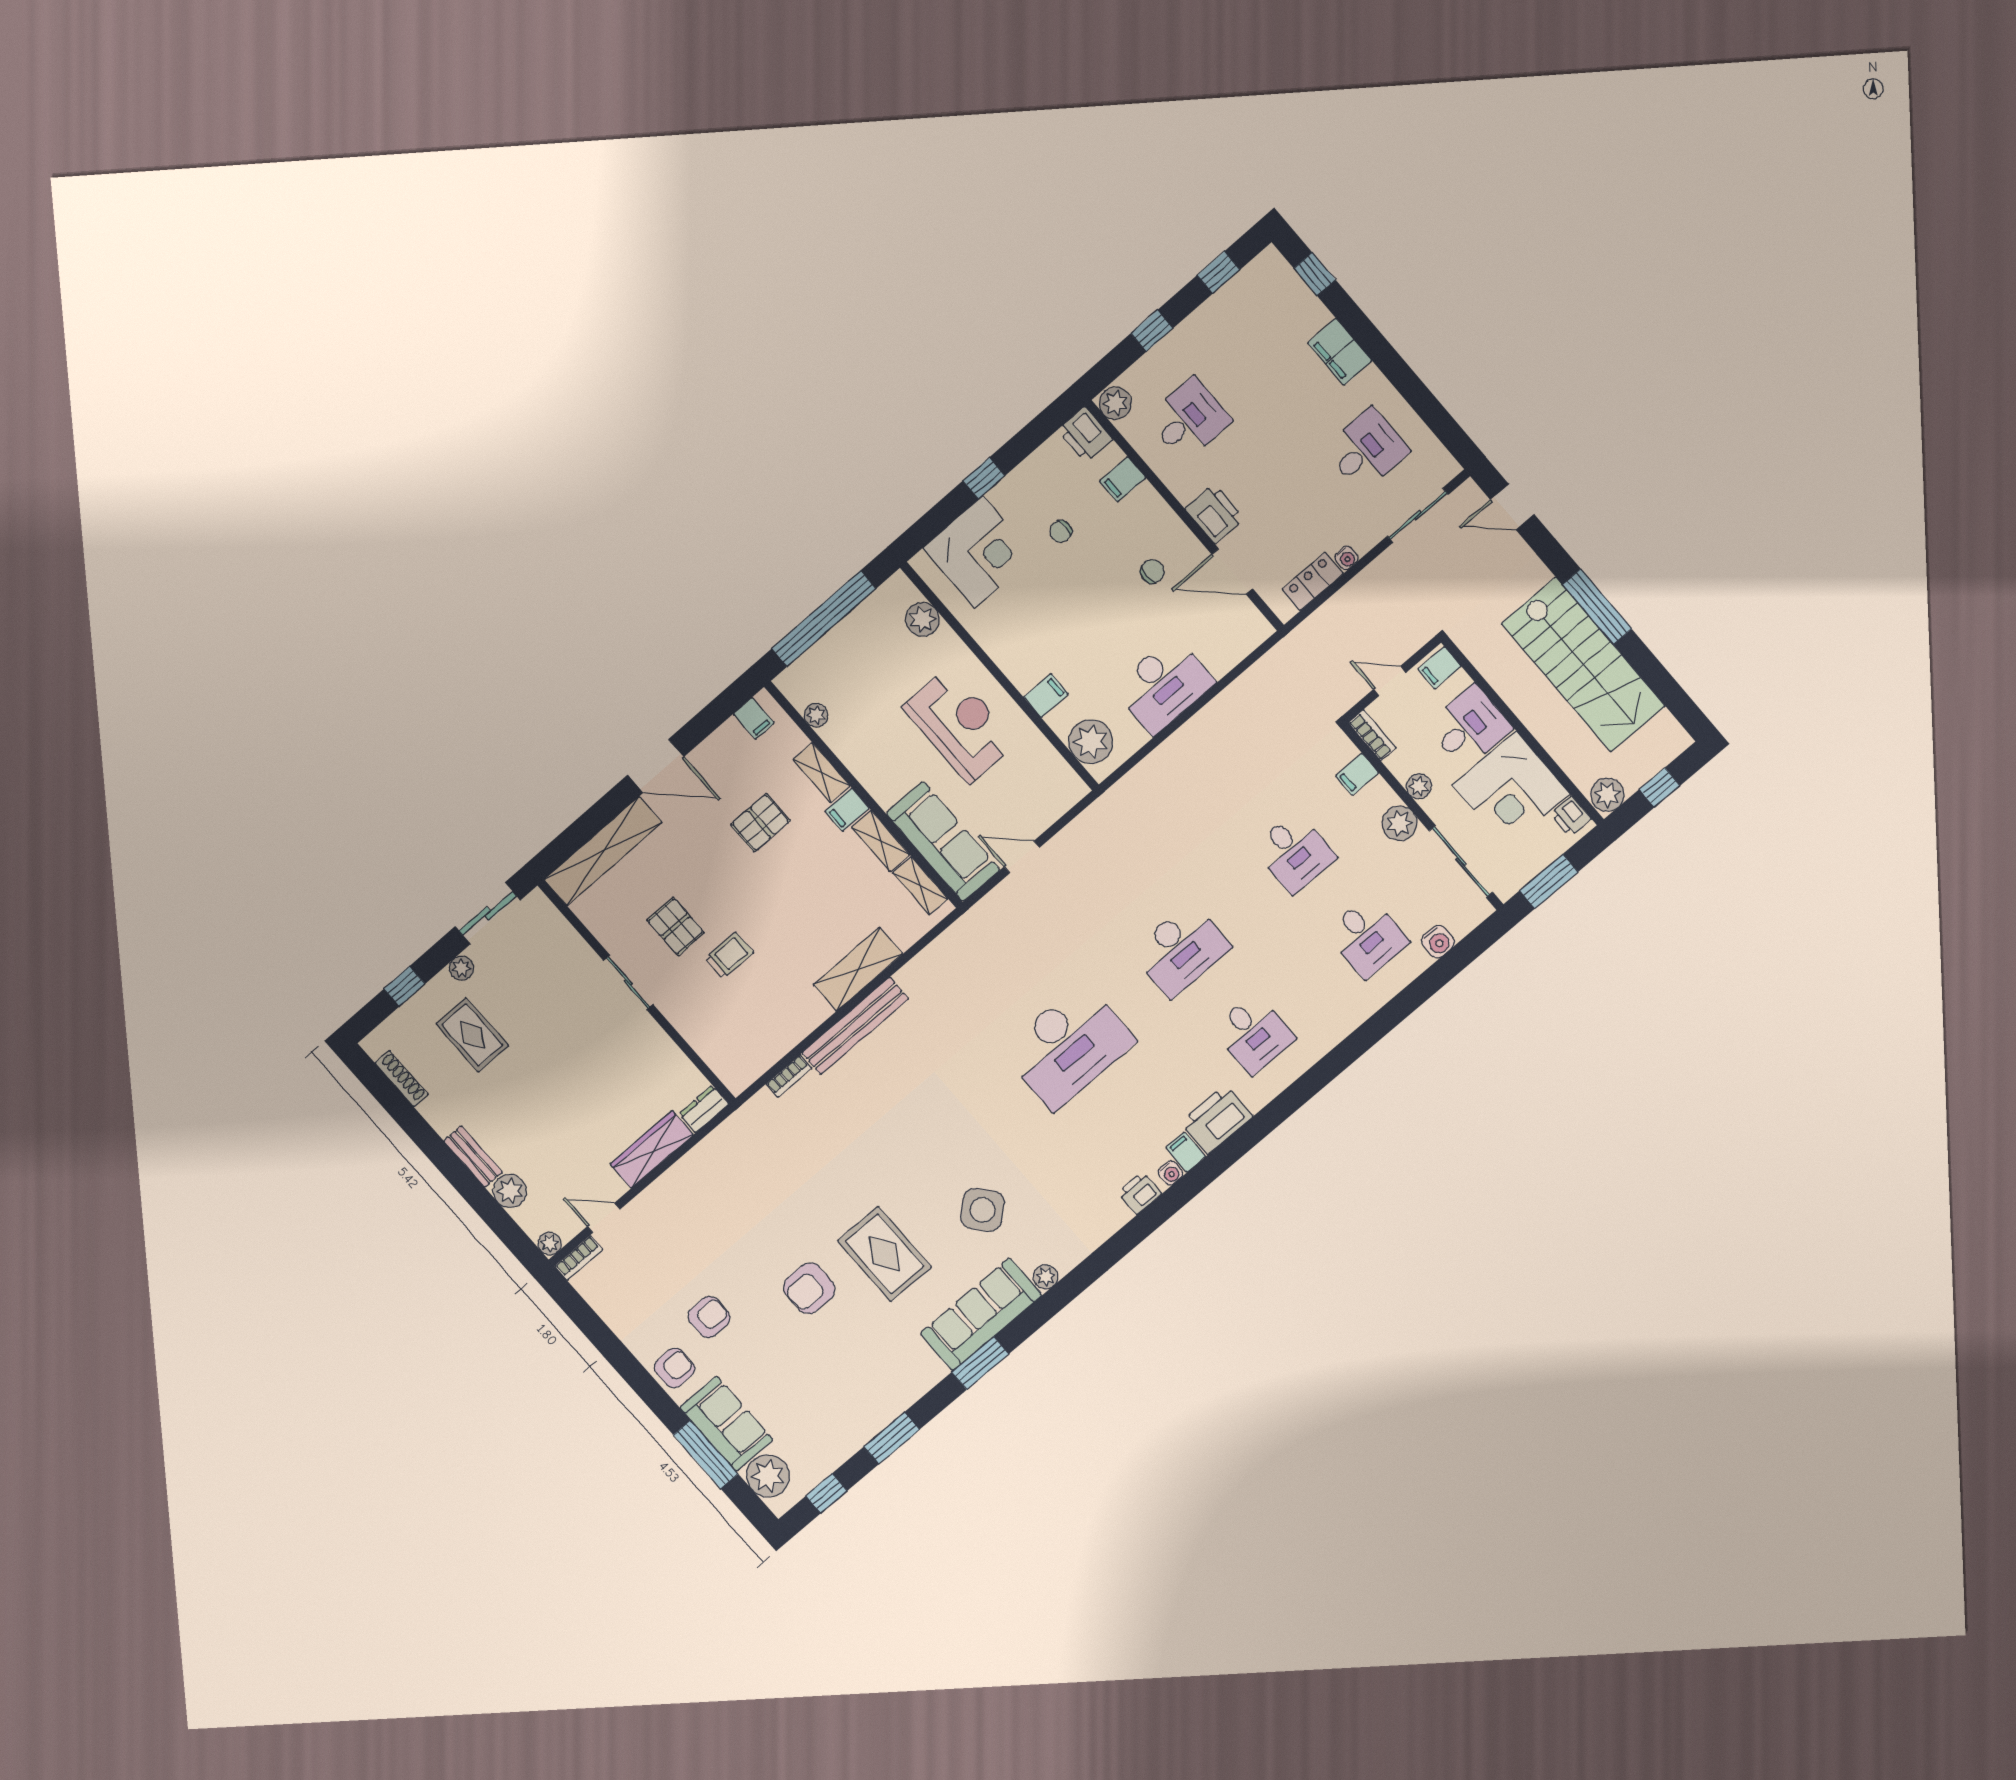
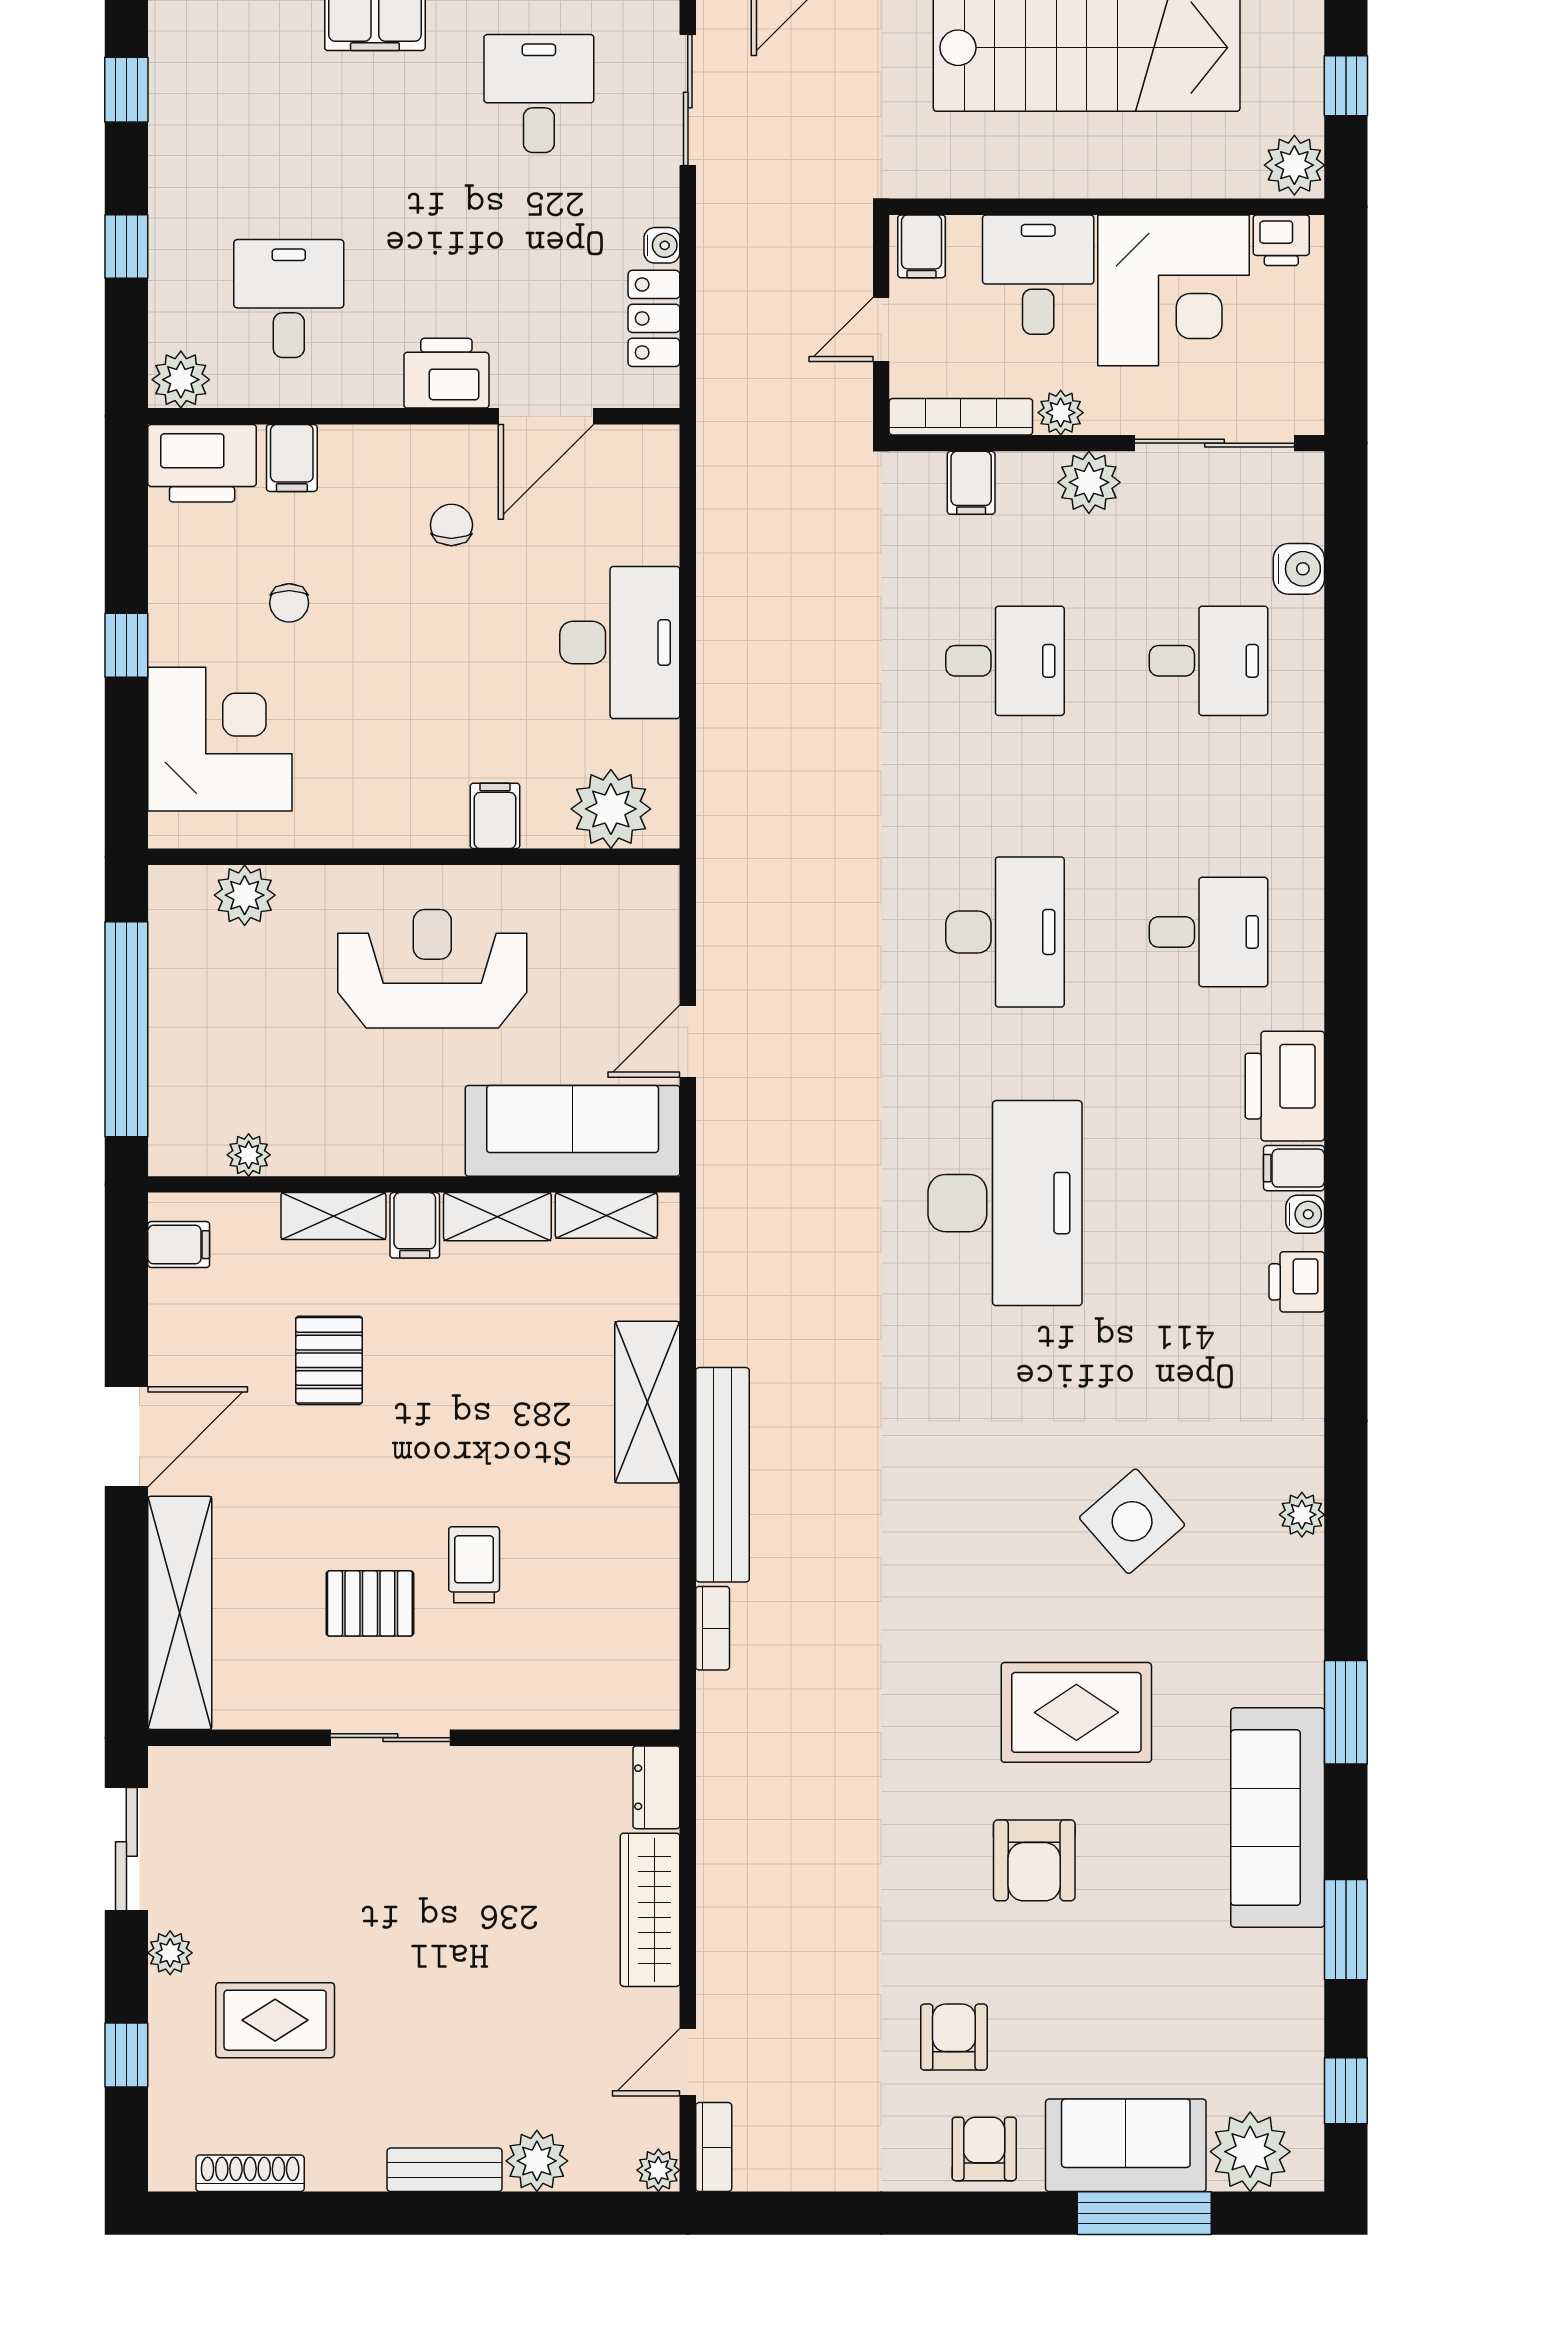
printer: (1085, 435) -> (202, 463), width x1.37, depth x1.19
bookcase: (1372, 735) -> (961, 417), width x1.56
window: (1549, 881) -> (1346, 346), removed
sofa: (981, 1314) -> (1278, 1818), moved

